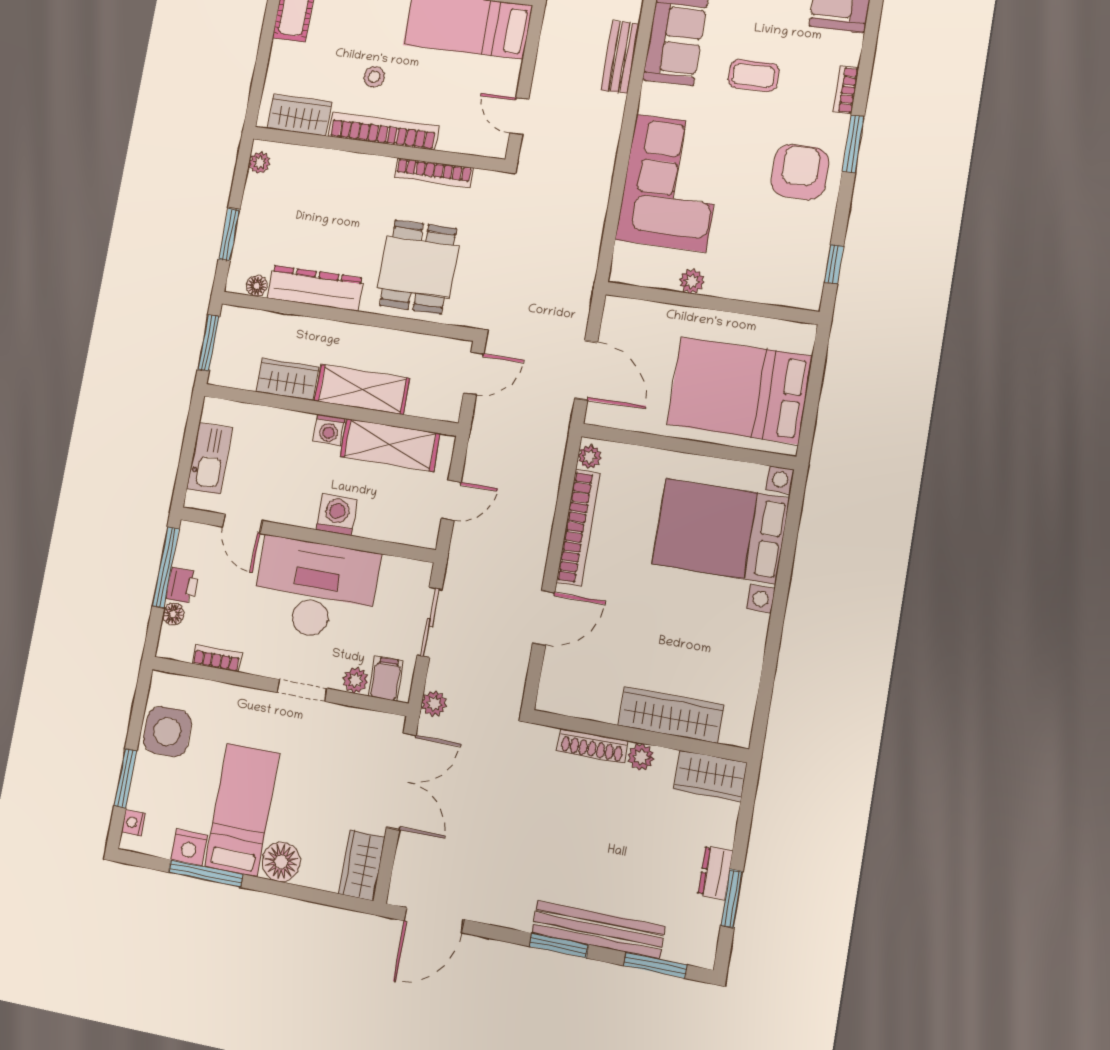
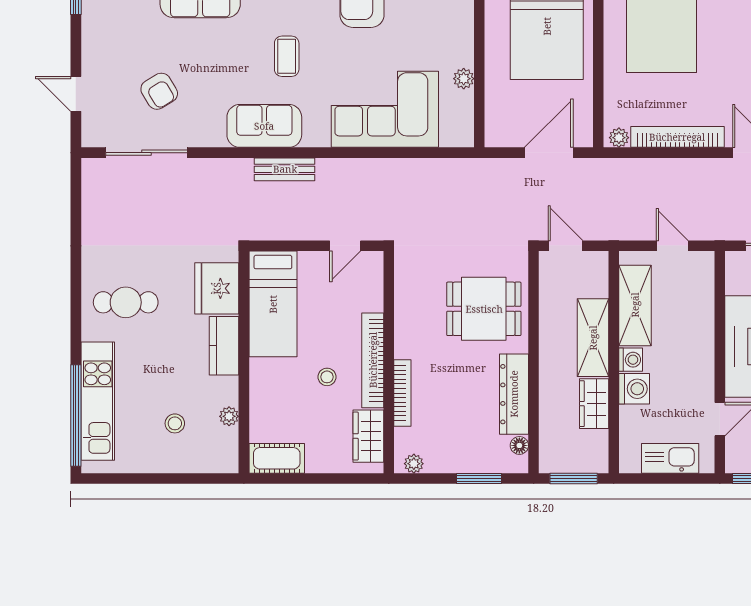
bookcase: (434, 173) -> (402, 393), moved
washing machine: (337, 515) -> (634, 389), moved, turned 180

